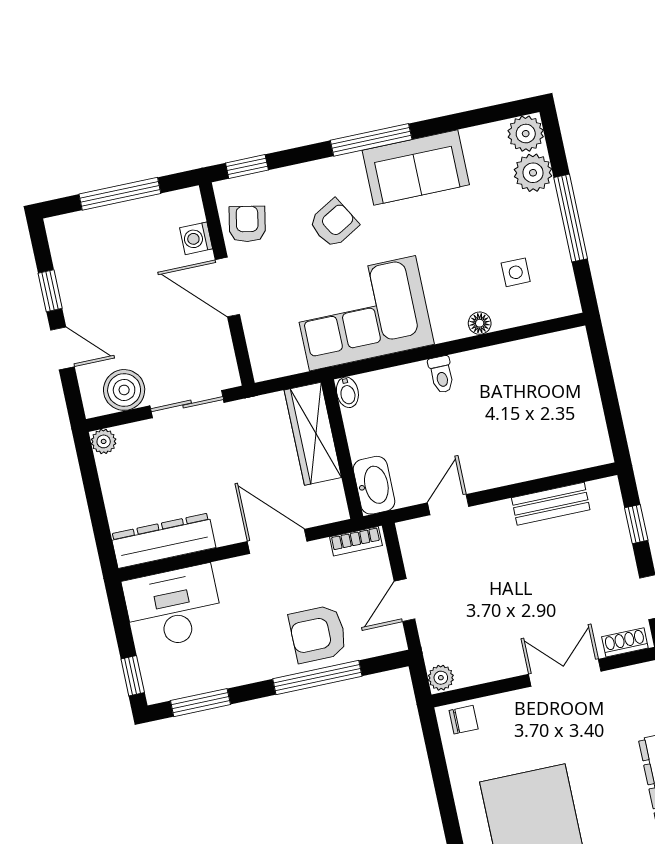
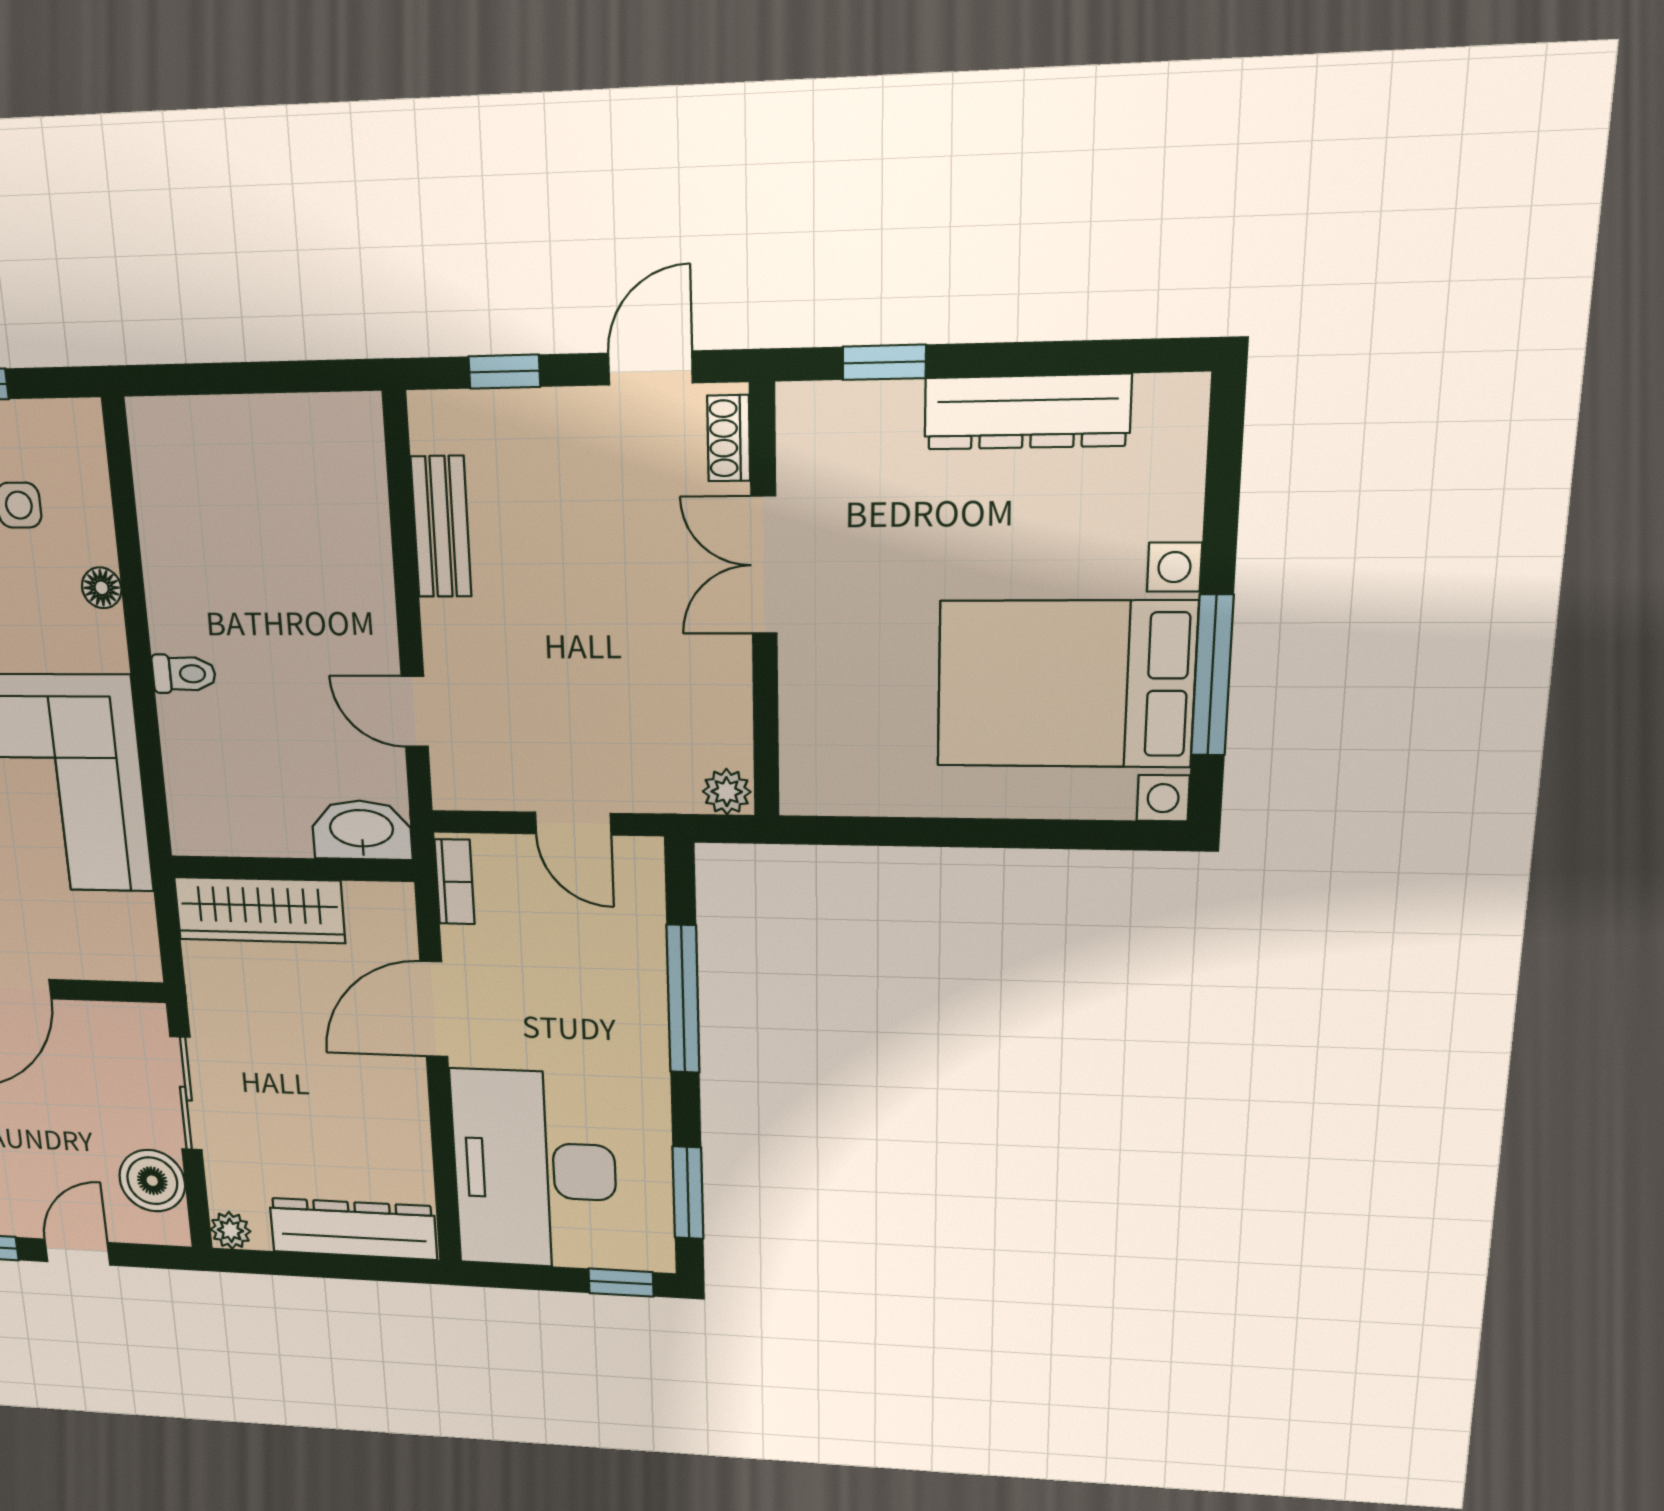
bidet: (347, 392) -> (196, 838), removed
dresser: (163, 541) -> (353, 1229), moved, turned 90
desk: (173, 607) -> (534, 1170), width x1.36, depth x1.30
armchair: (318, 634) -> (606, 981), removed
chair: (464, 720) -> (813, 769), removed

